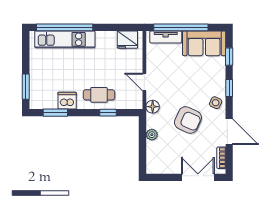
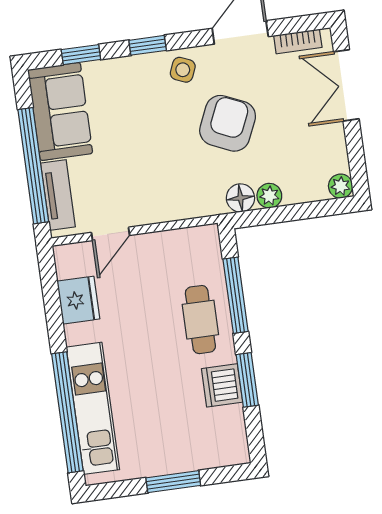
fridge: (127, 40) -> (78, 300), moved
door: (144, 82) -> (110, 234), moved
window: (26, 87) -> (173, 482), moved
floor lamp: (153, 107) -> (240, 198), moved
window: (55, 113) -> (247, 380), moved
window: (108, 113) -> (236, 295), width x2.17
plant: (152, 168) -> (341, 186), added

